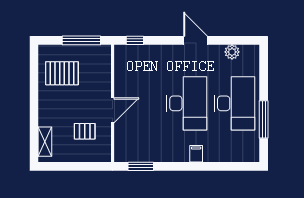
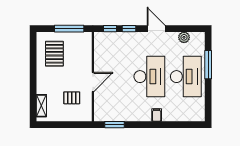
window: (160, 40) -> (129, 29), added
pallet: (62, 73) -> (54, 54), turned 90
window: (264, 119) -> (208, 65), moved

